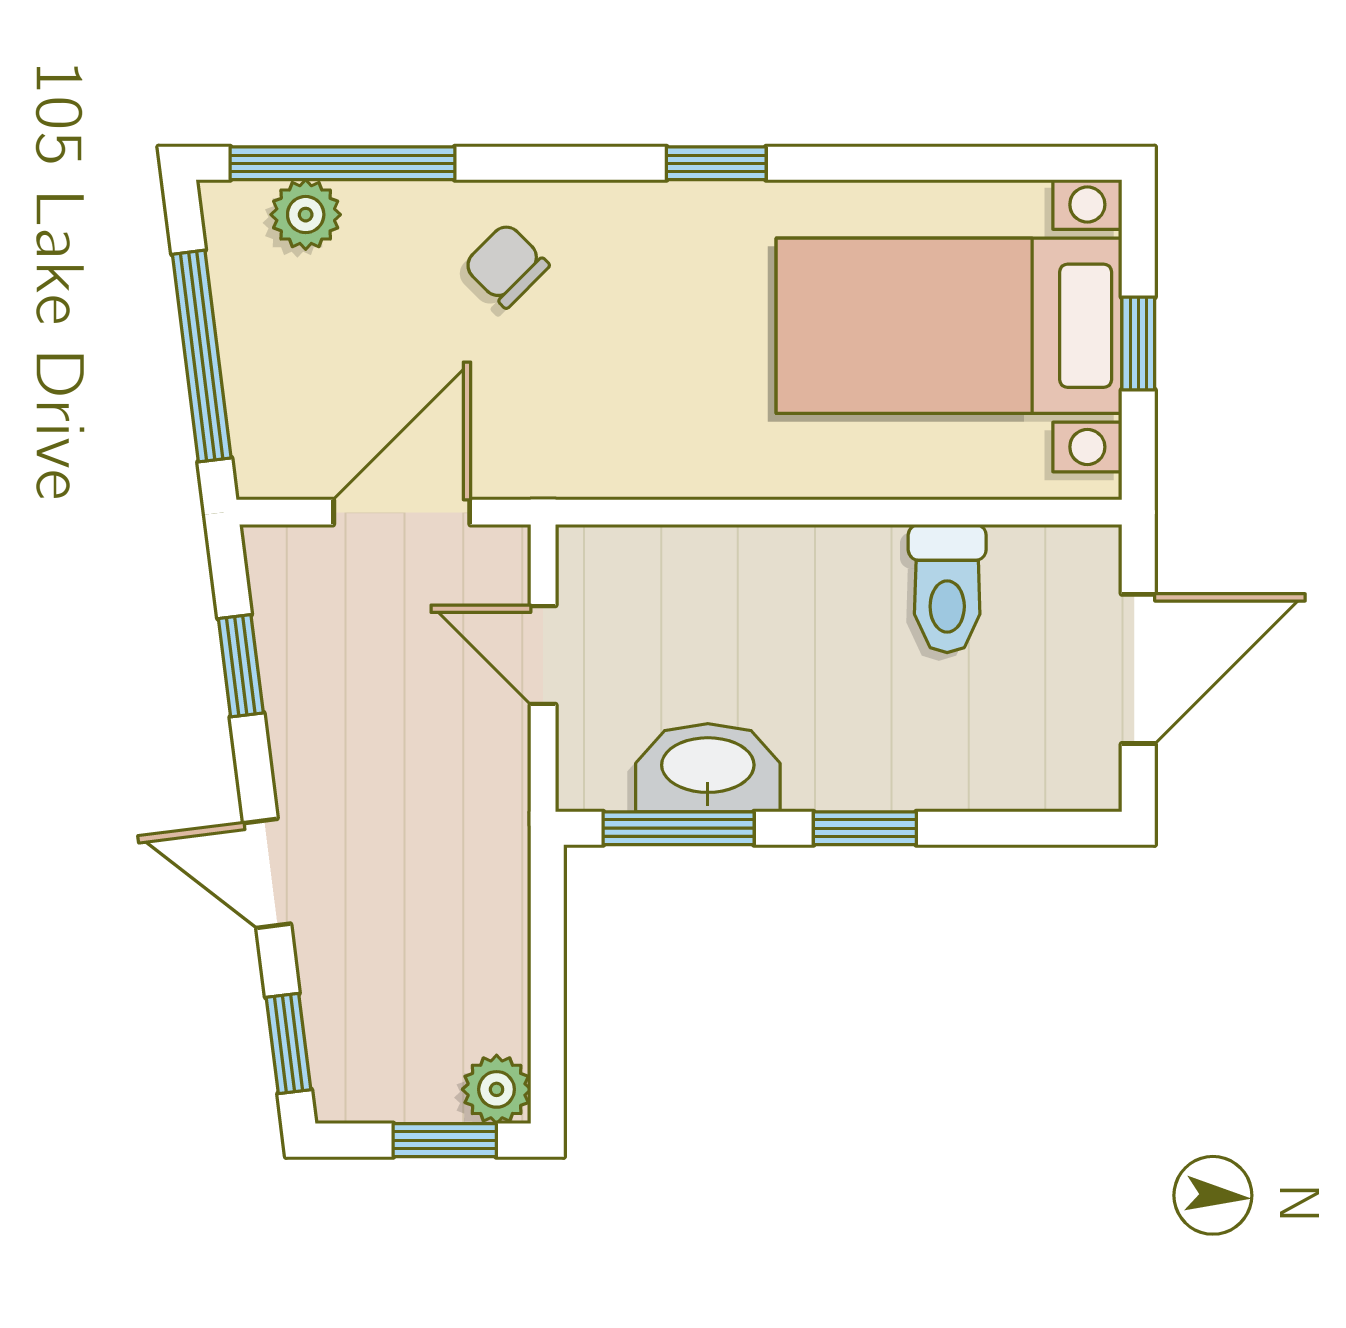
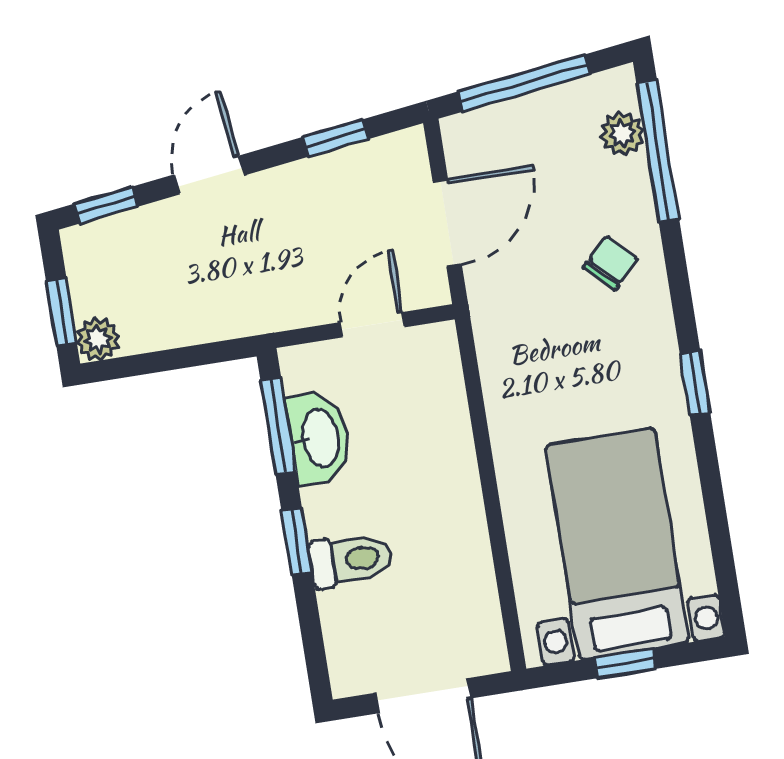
door: (402, 512) -> (447, 223), hinge flipped
toilet: (947, 589) -> (351, 560), moved, turned 180

